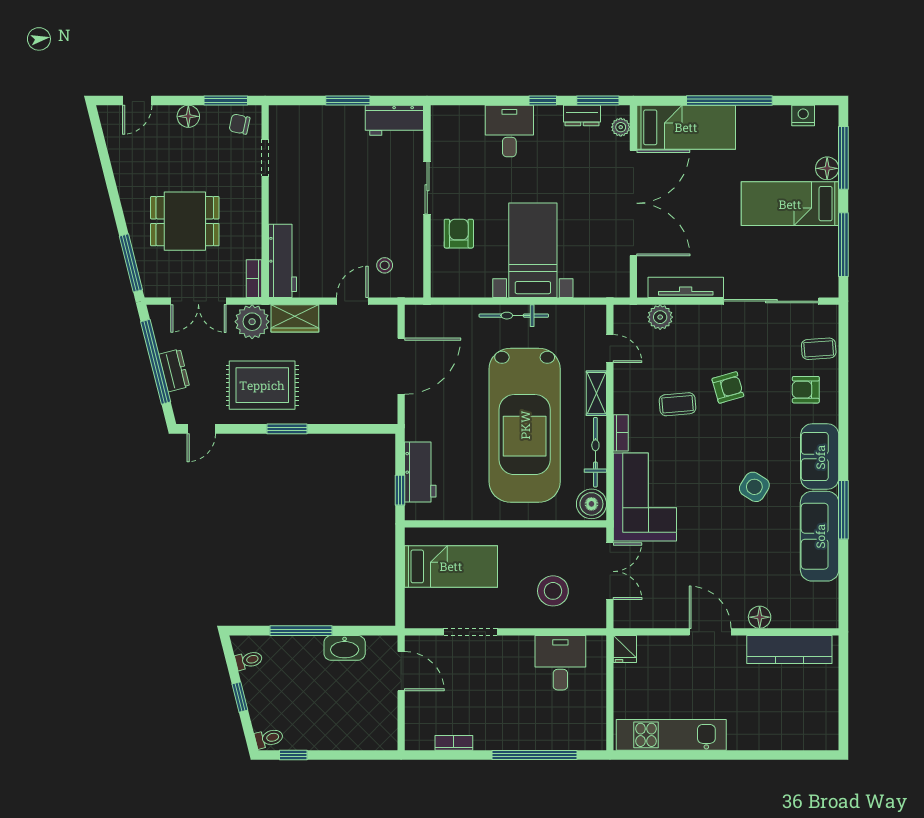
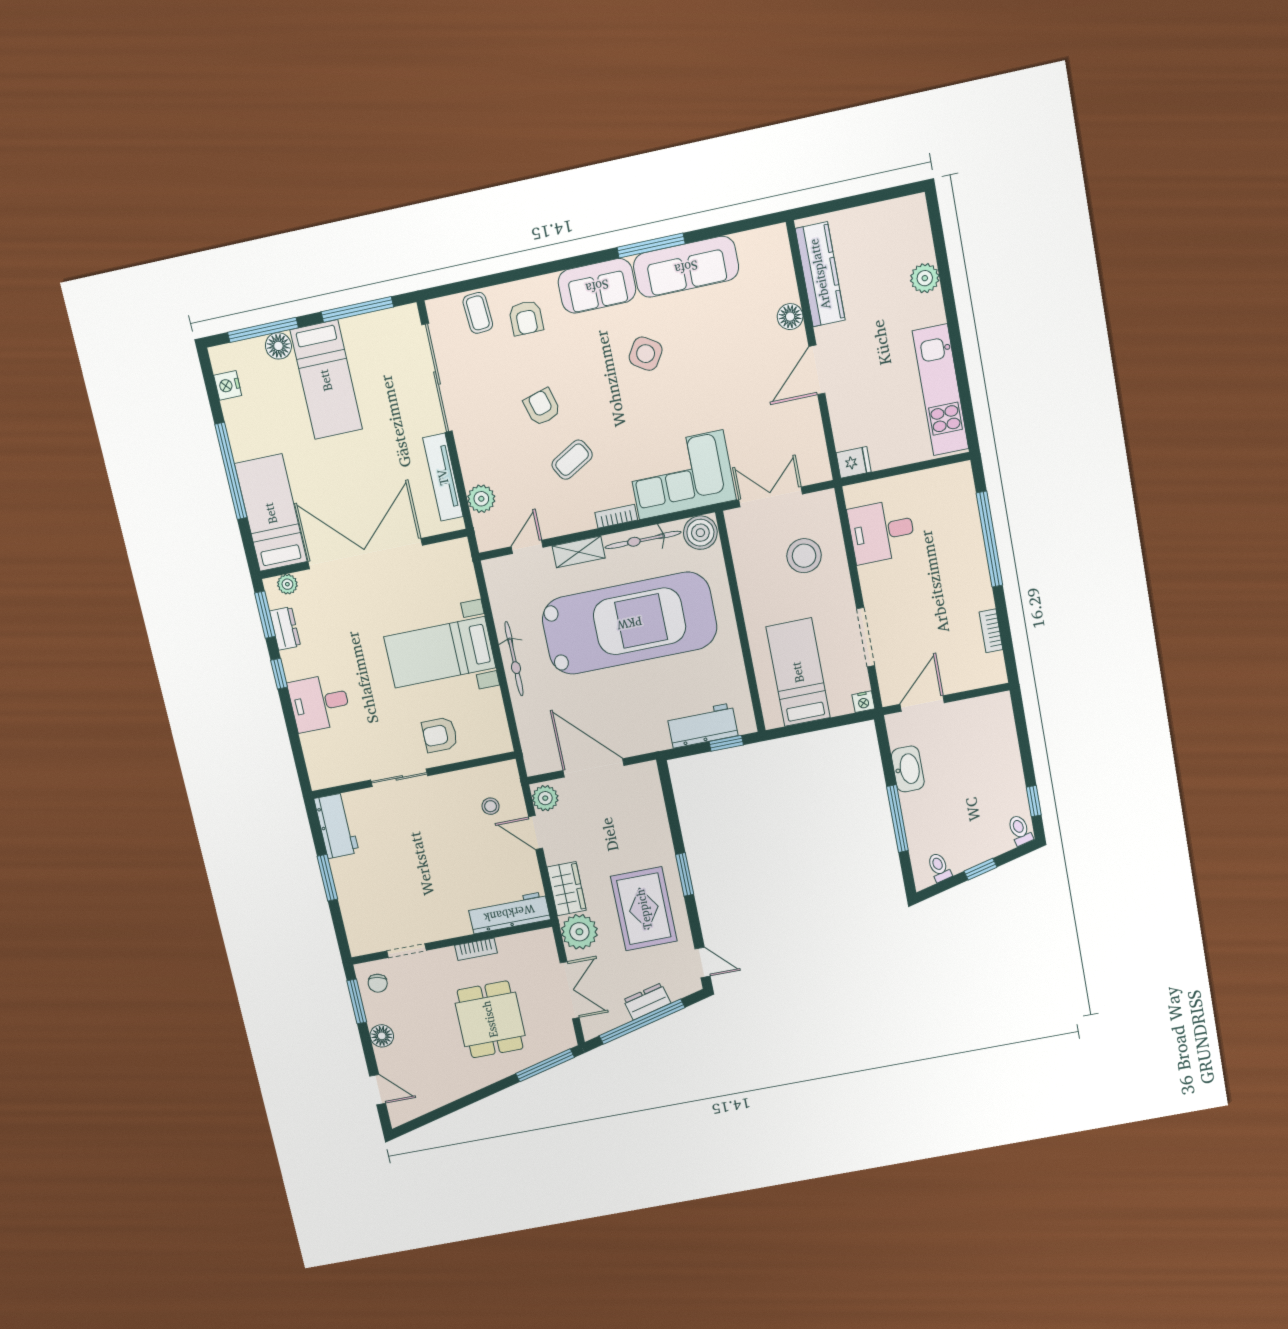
bookcase: (254, 279) -> (476, 949), moved
plant: (382, 317) -> (545, 798), added
coffee table: (677, 404) -> (572, 460), turned 65
nightstand: (413, 619) -> (863, 702), added
plant: (768, 738) -> (925, 278), added

